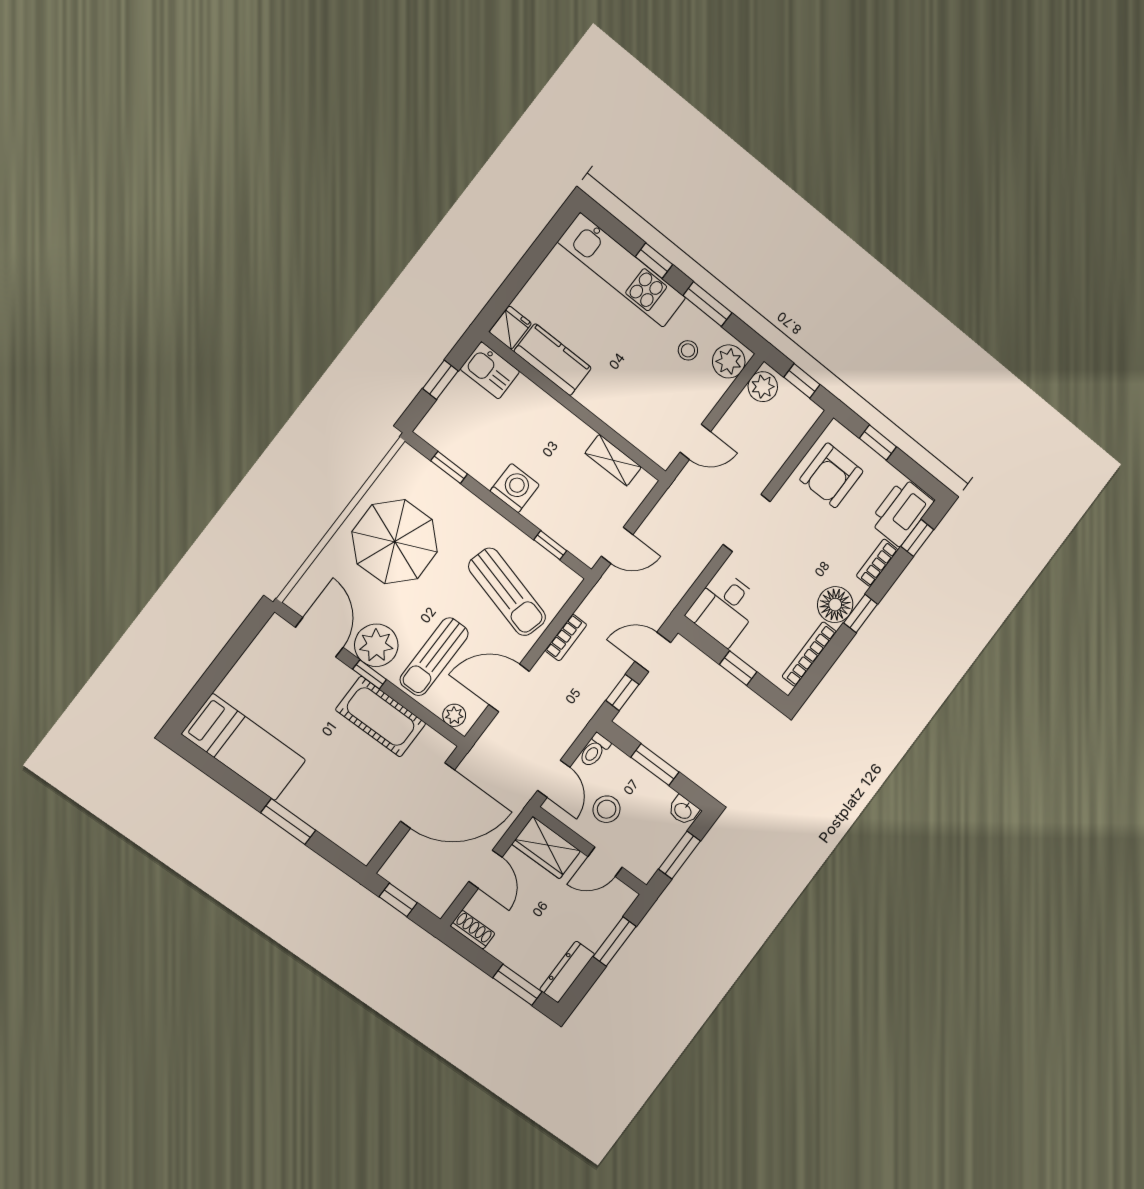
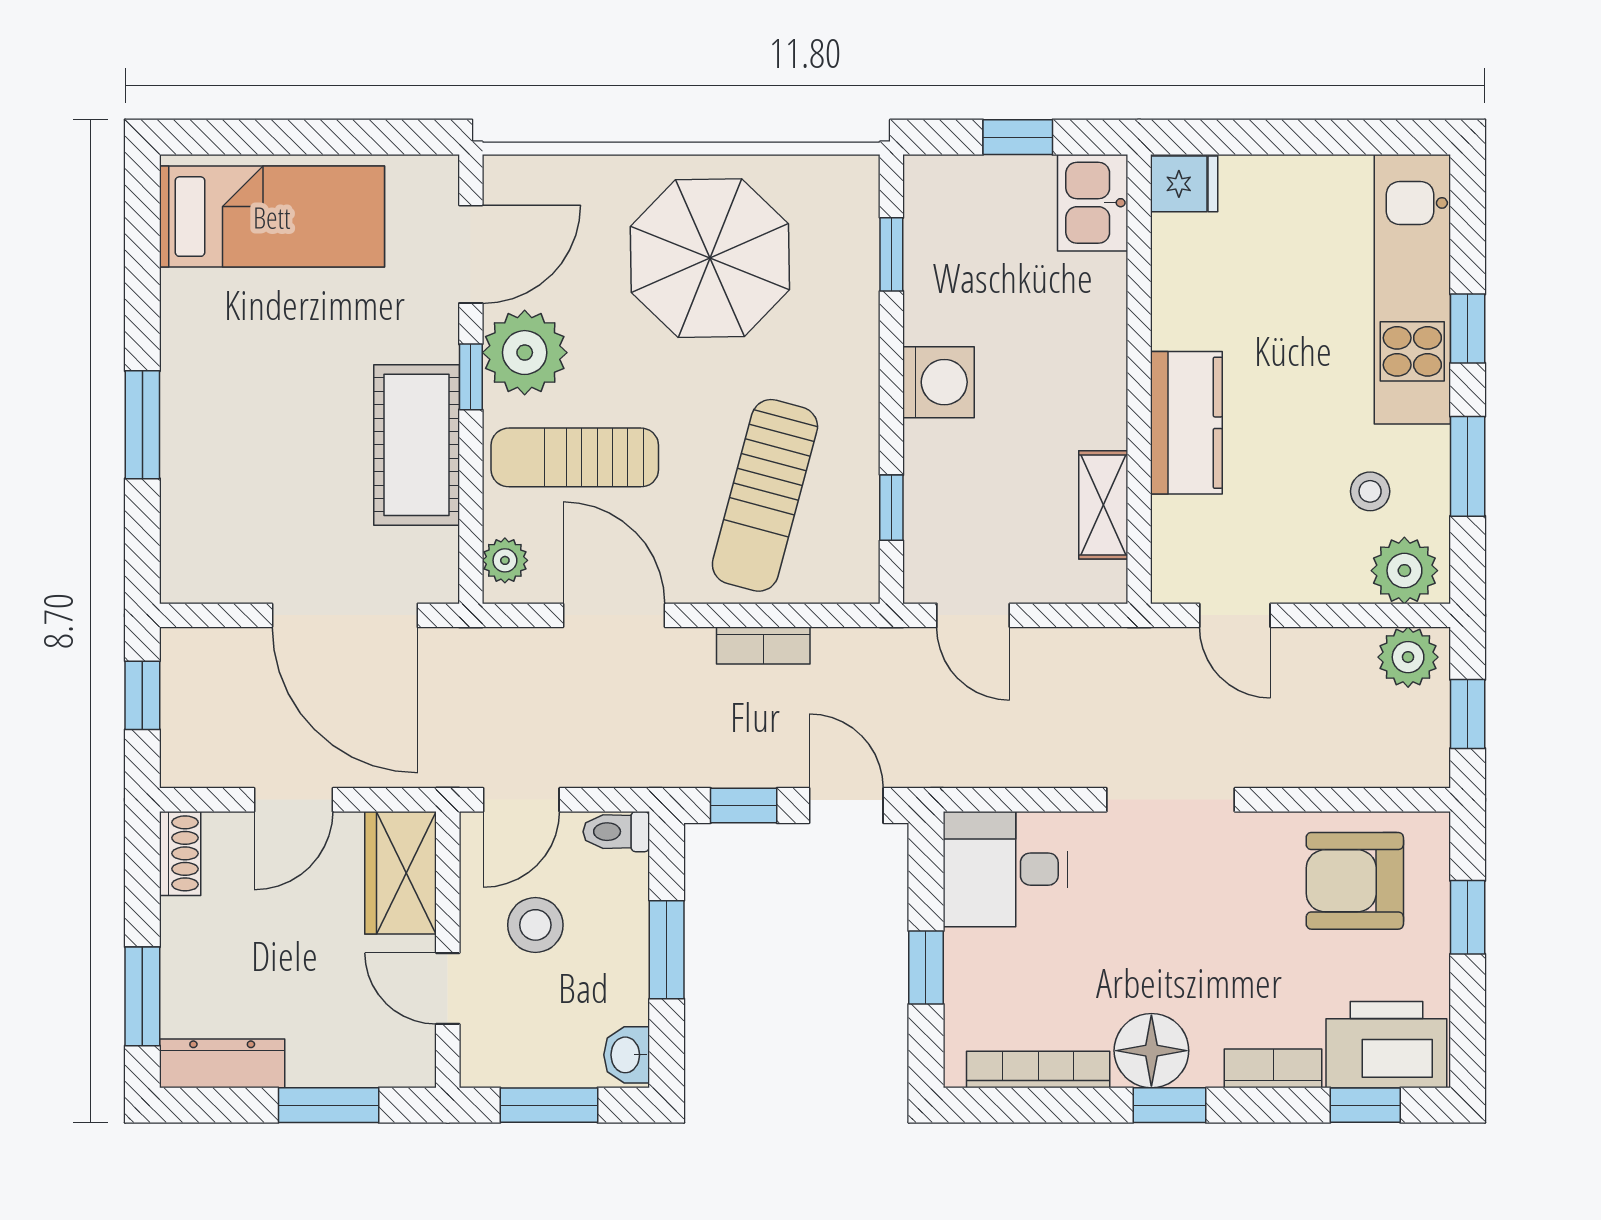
kitchen counter: (553, 360) -> (1186, 423), moved
bed: (244, 747) -> (272, 217), moved, turned -90

